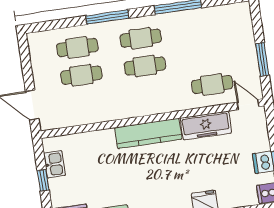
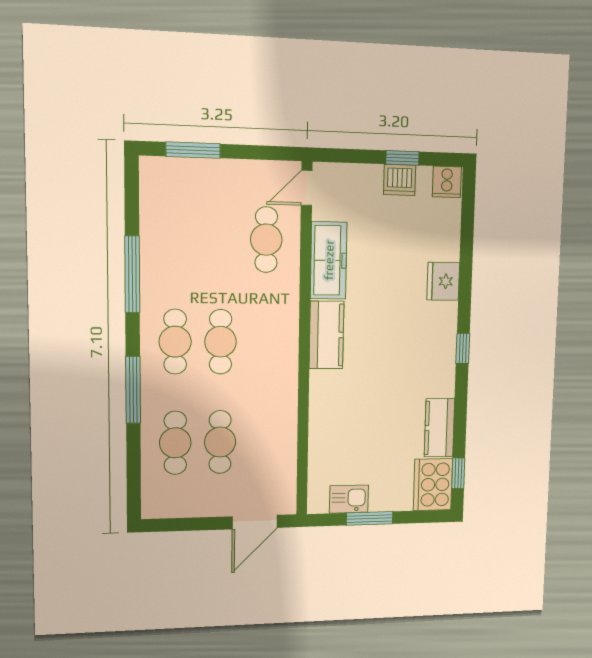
window: (262, 59) -> (193, 150), moved
kitchen counter: (148, 133) -> (326, 335), width x0.67
window: (43, 180) -> (370, 518), width x1.50

